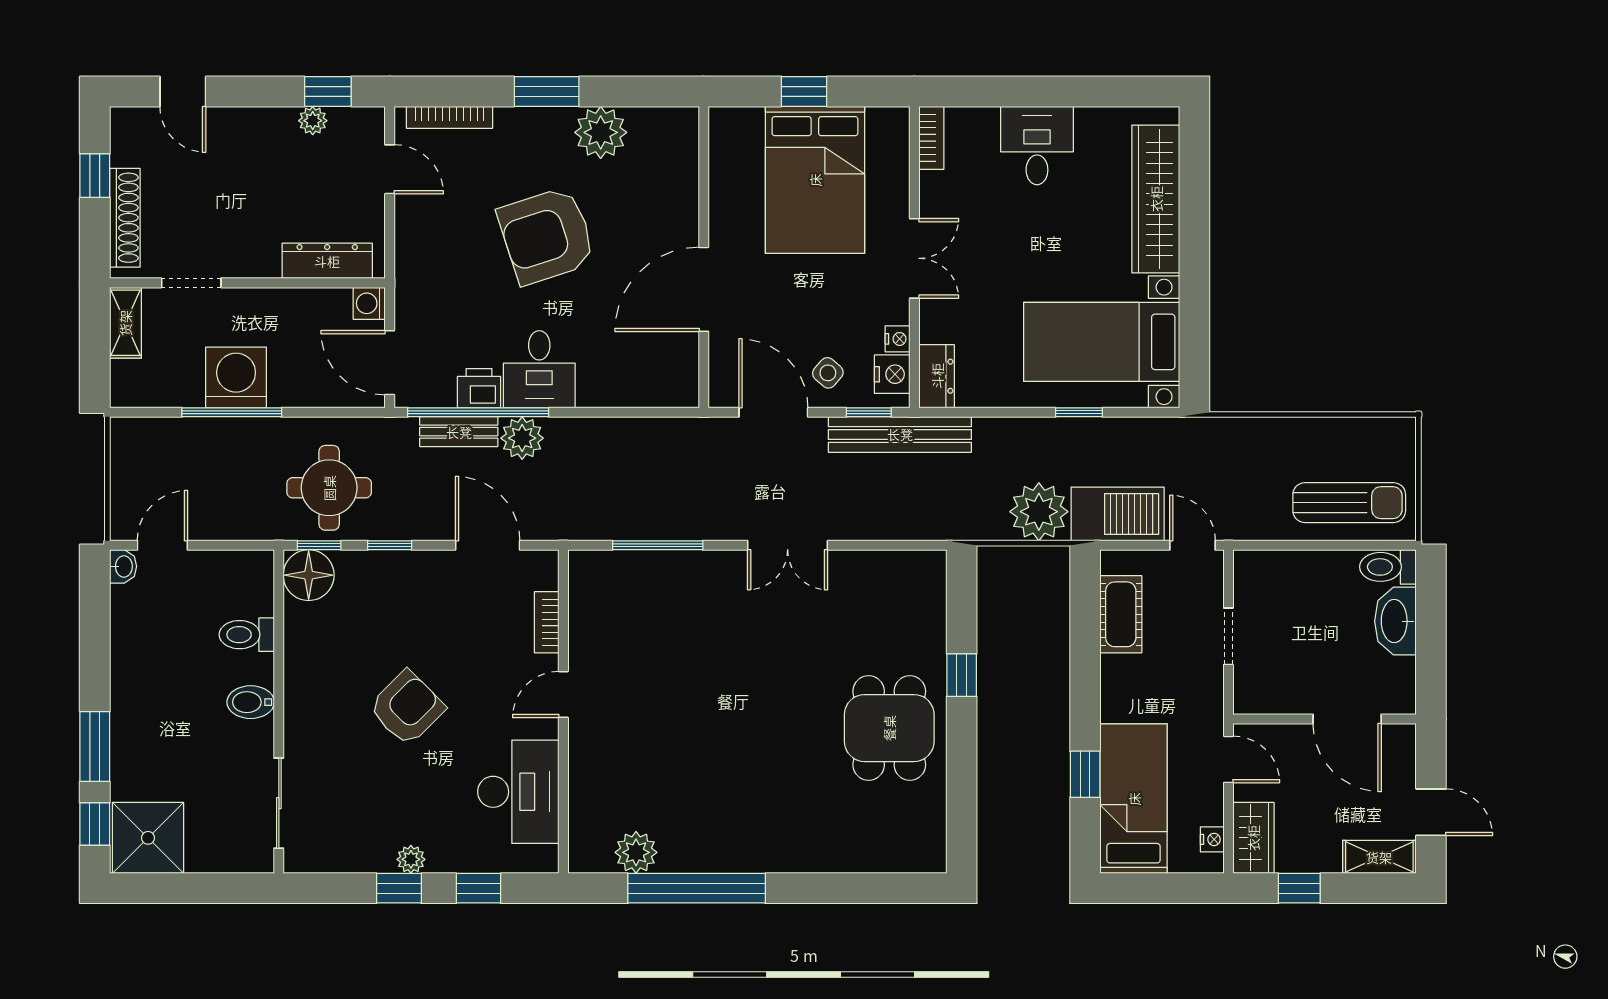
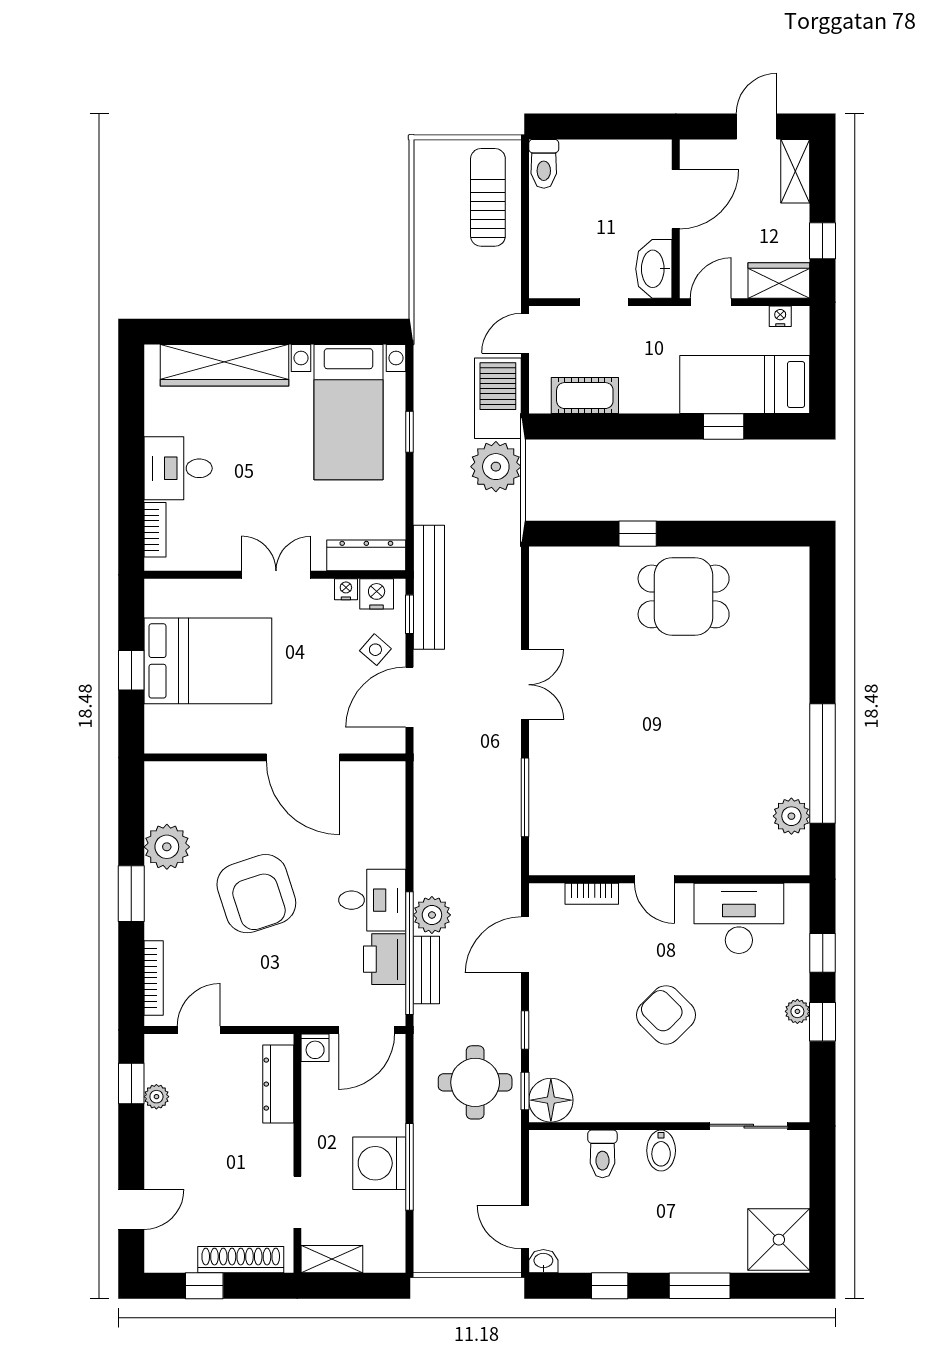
bookcase: (931, 138) -> (155, 530), moved, turned 90
dresser: (937, 376) -> (366, 555), width x1.44
printer: (479, 388) -> (385, 959), width x1.36, depth x1.24
washbasin: (1395, 621) -> (654, 269), moved, turned 90
window: (95, 824) -> (610, 1286), moved

